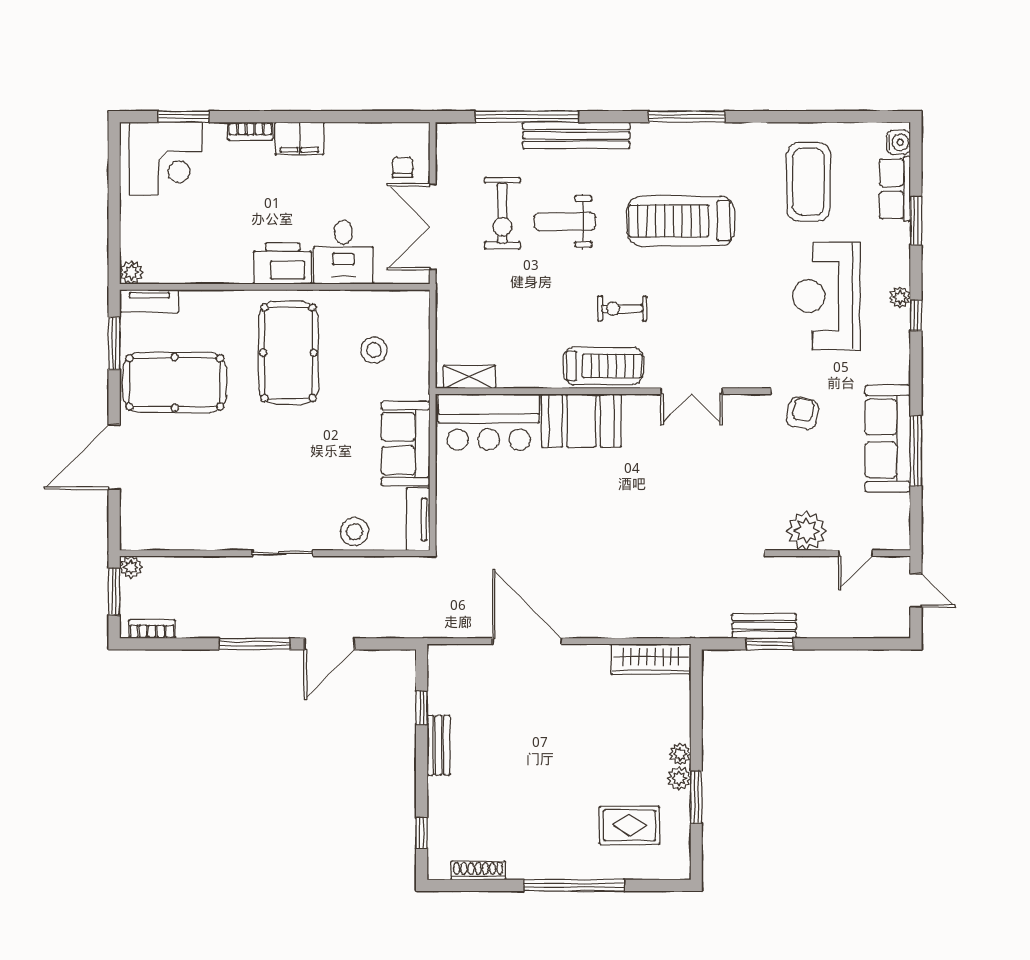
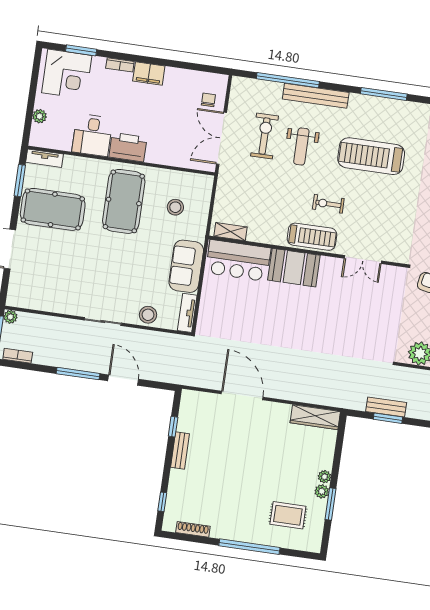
exercise bike: (502, 213) -> (264, 136), turned 180
weight bench: (565, 222) -> (301, 146), turned -90
desk: (343, 252) -> (92, 135), moved
plant: (131, 272) -> (40, 116), moved
door: (329, 644) -> (123, 380), swing flipped

